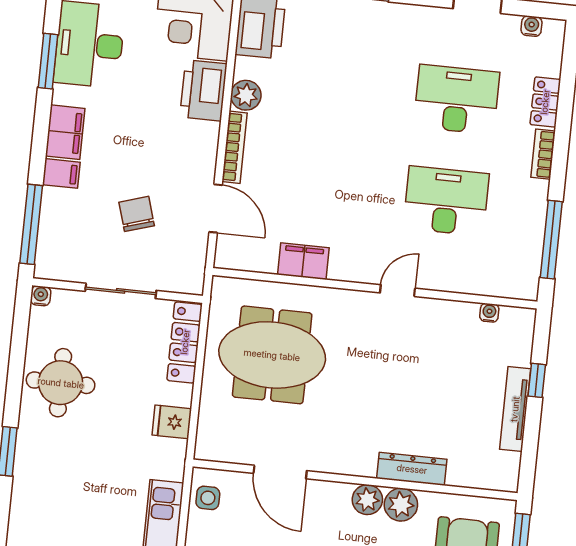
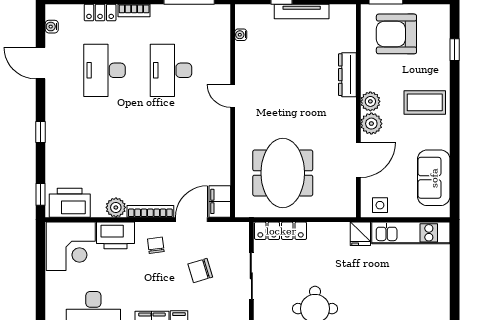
chair: (182, 150) -> (156, 245), added
filing cabinet: (303, 261) -> (220, 201), moved
fridge: (172, 422) -> (360, 234), moved
plant: (401, 505) -> (371, 124), moved

